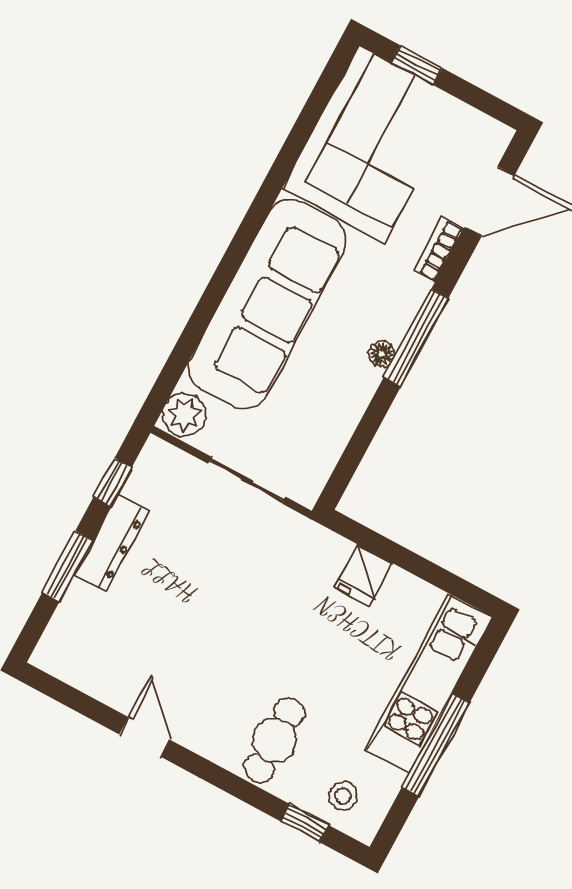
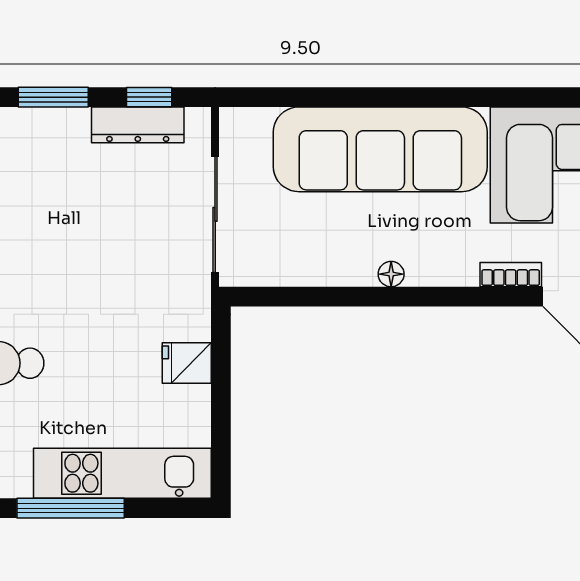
window: (416, 338) -> (422, 297), removed
plant: (184, 415) -> (243, 128), removed
sliding door: (247, 480) -> (215, 214), width x1.37
dresser: (111, 543) -> (138, 125), moved

